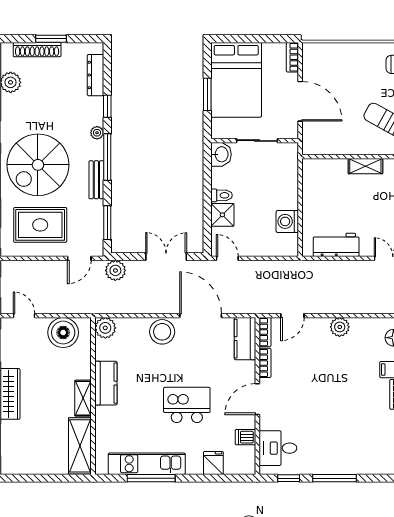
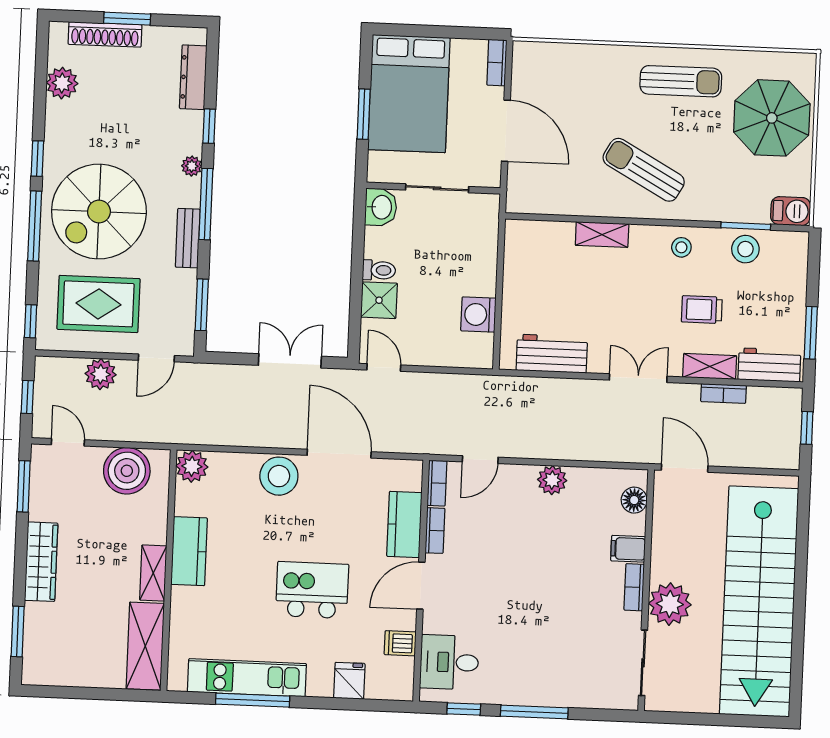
plant: (115, 270) -> (101, 374), moved
kitchen counter: (245, 339) -> (404, 524), moved

